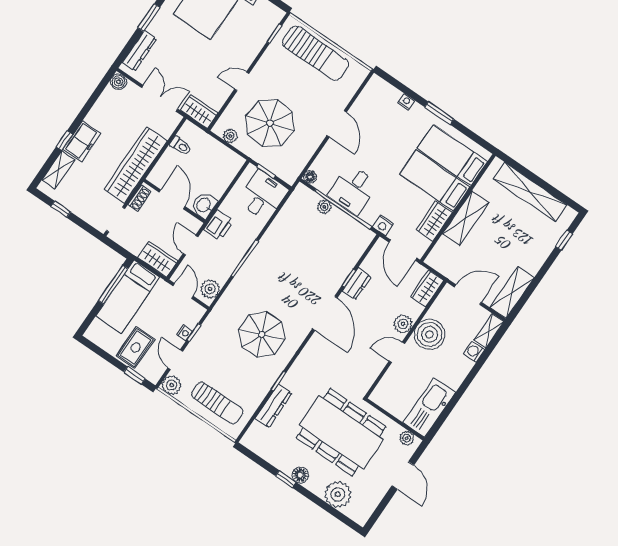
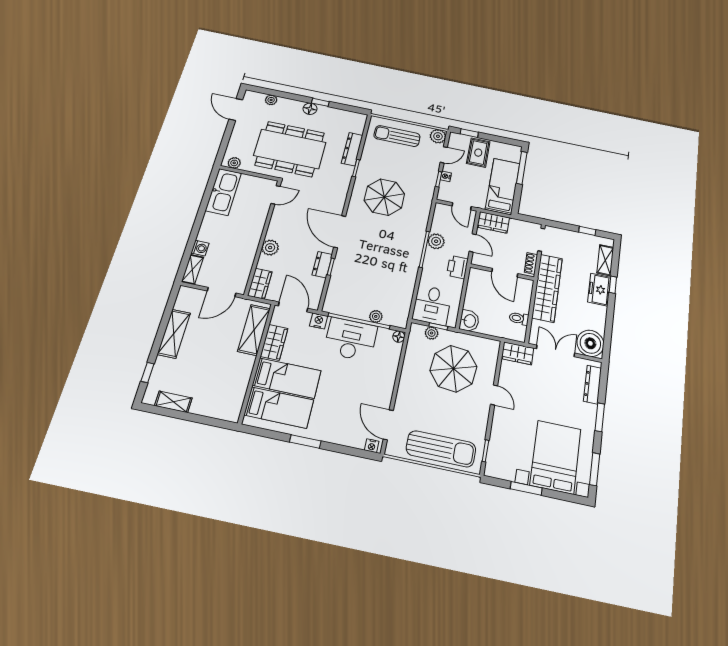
sun lounger: (316, 53) -> (441, 449), turned 180
door: (242, 81) -> (494, 395), hinge flipped
boiler: (118, 82) -> (590, 343), width x1.86, depth x1.86
double door: (160, 98) -> (556, 351), swing flipped
nightstand: (406, 102) -> (372, 446), moved
door: (337, 124) -> (388, 425), moved
plant: (230, 136) -> (432, 333), moved
desk: (353, 190) -> (351, 339), width x1.37
shelving: (530, 192) -> (173, 402), width x0.45, depth x0.75
washbasin: (204, 205) -> (469, 321), moved
shelving: (466, 218) -> (254, 330), moved
window: (113, 285) -> (522, 168), moved
plant: (210, 289) -> (436, 241), moved
shelving: (512, 293) -> (174, 334), moved
boiler: (430, 334) -> (244, 248), removed
door: (397, 352) -> (275, 195), moved
door: (175, 360) -> (444, 155), hinge flipped
door: (403, 475) -> (236, 110), moved
plant: (338, 494) -> (271, 100), width x0.53, depth x0.53

